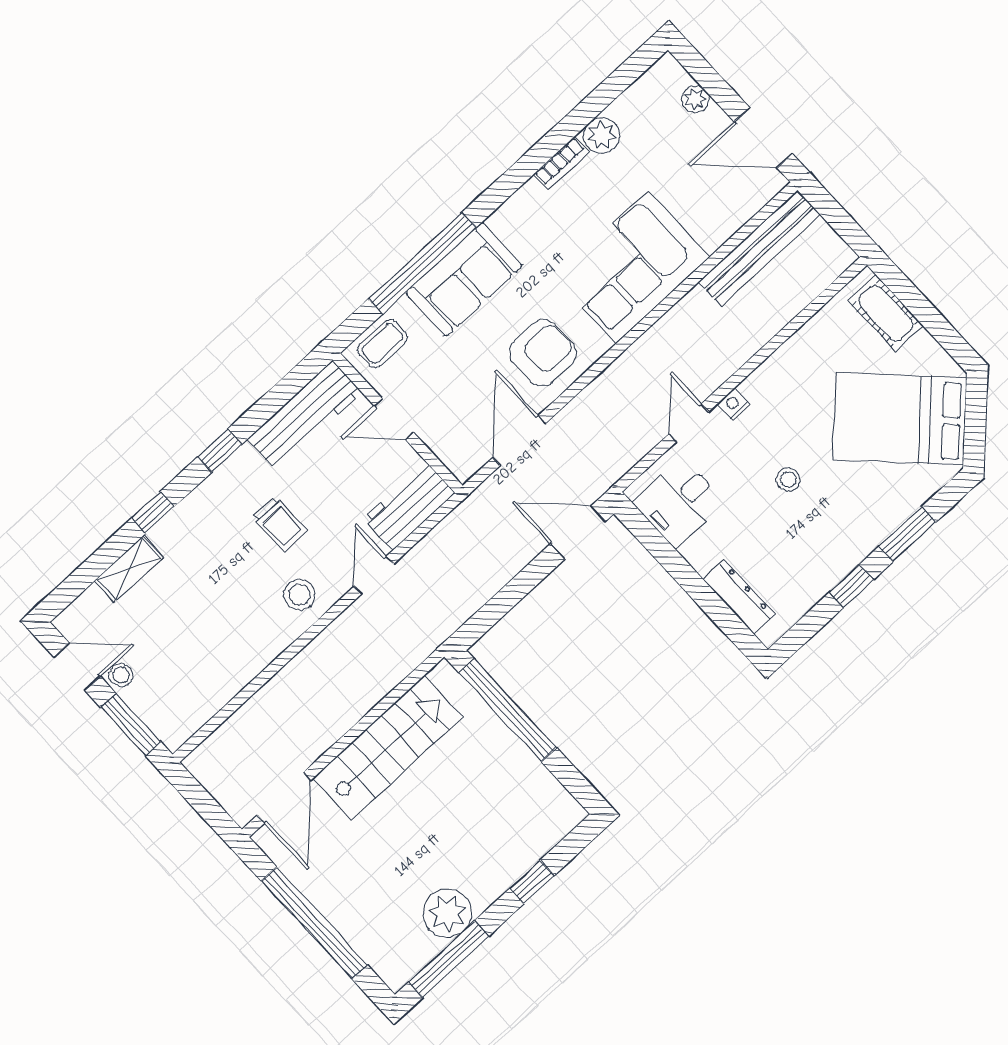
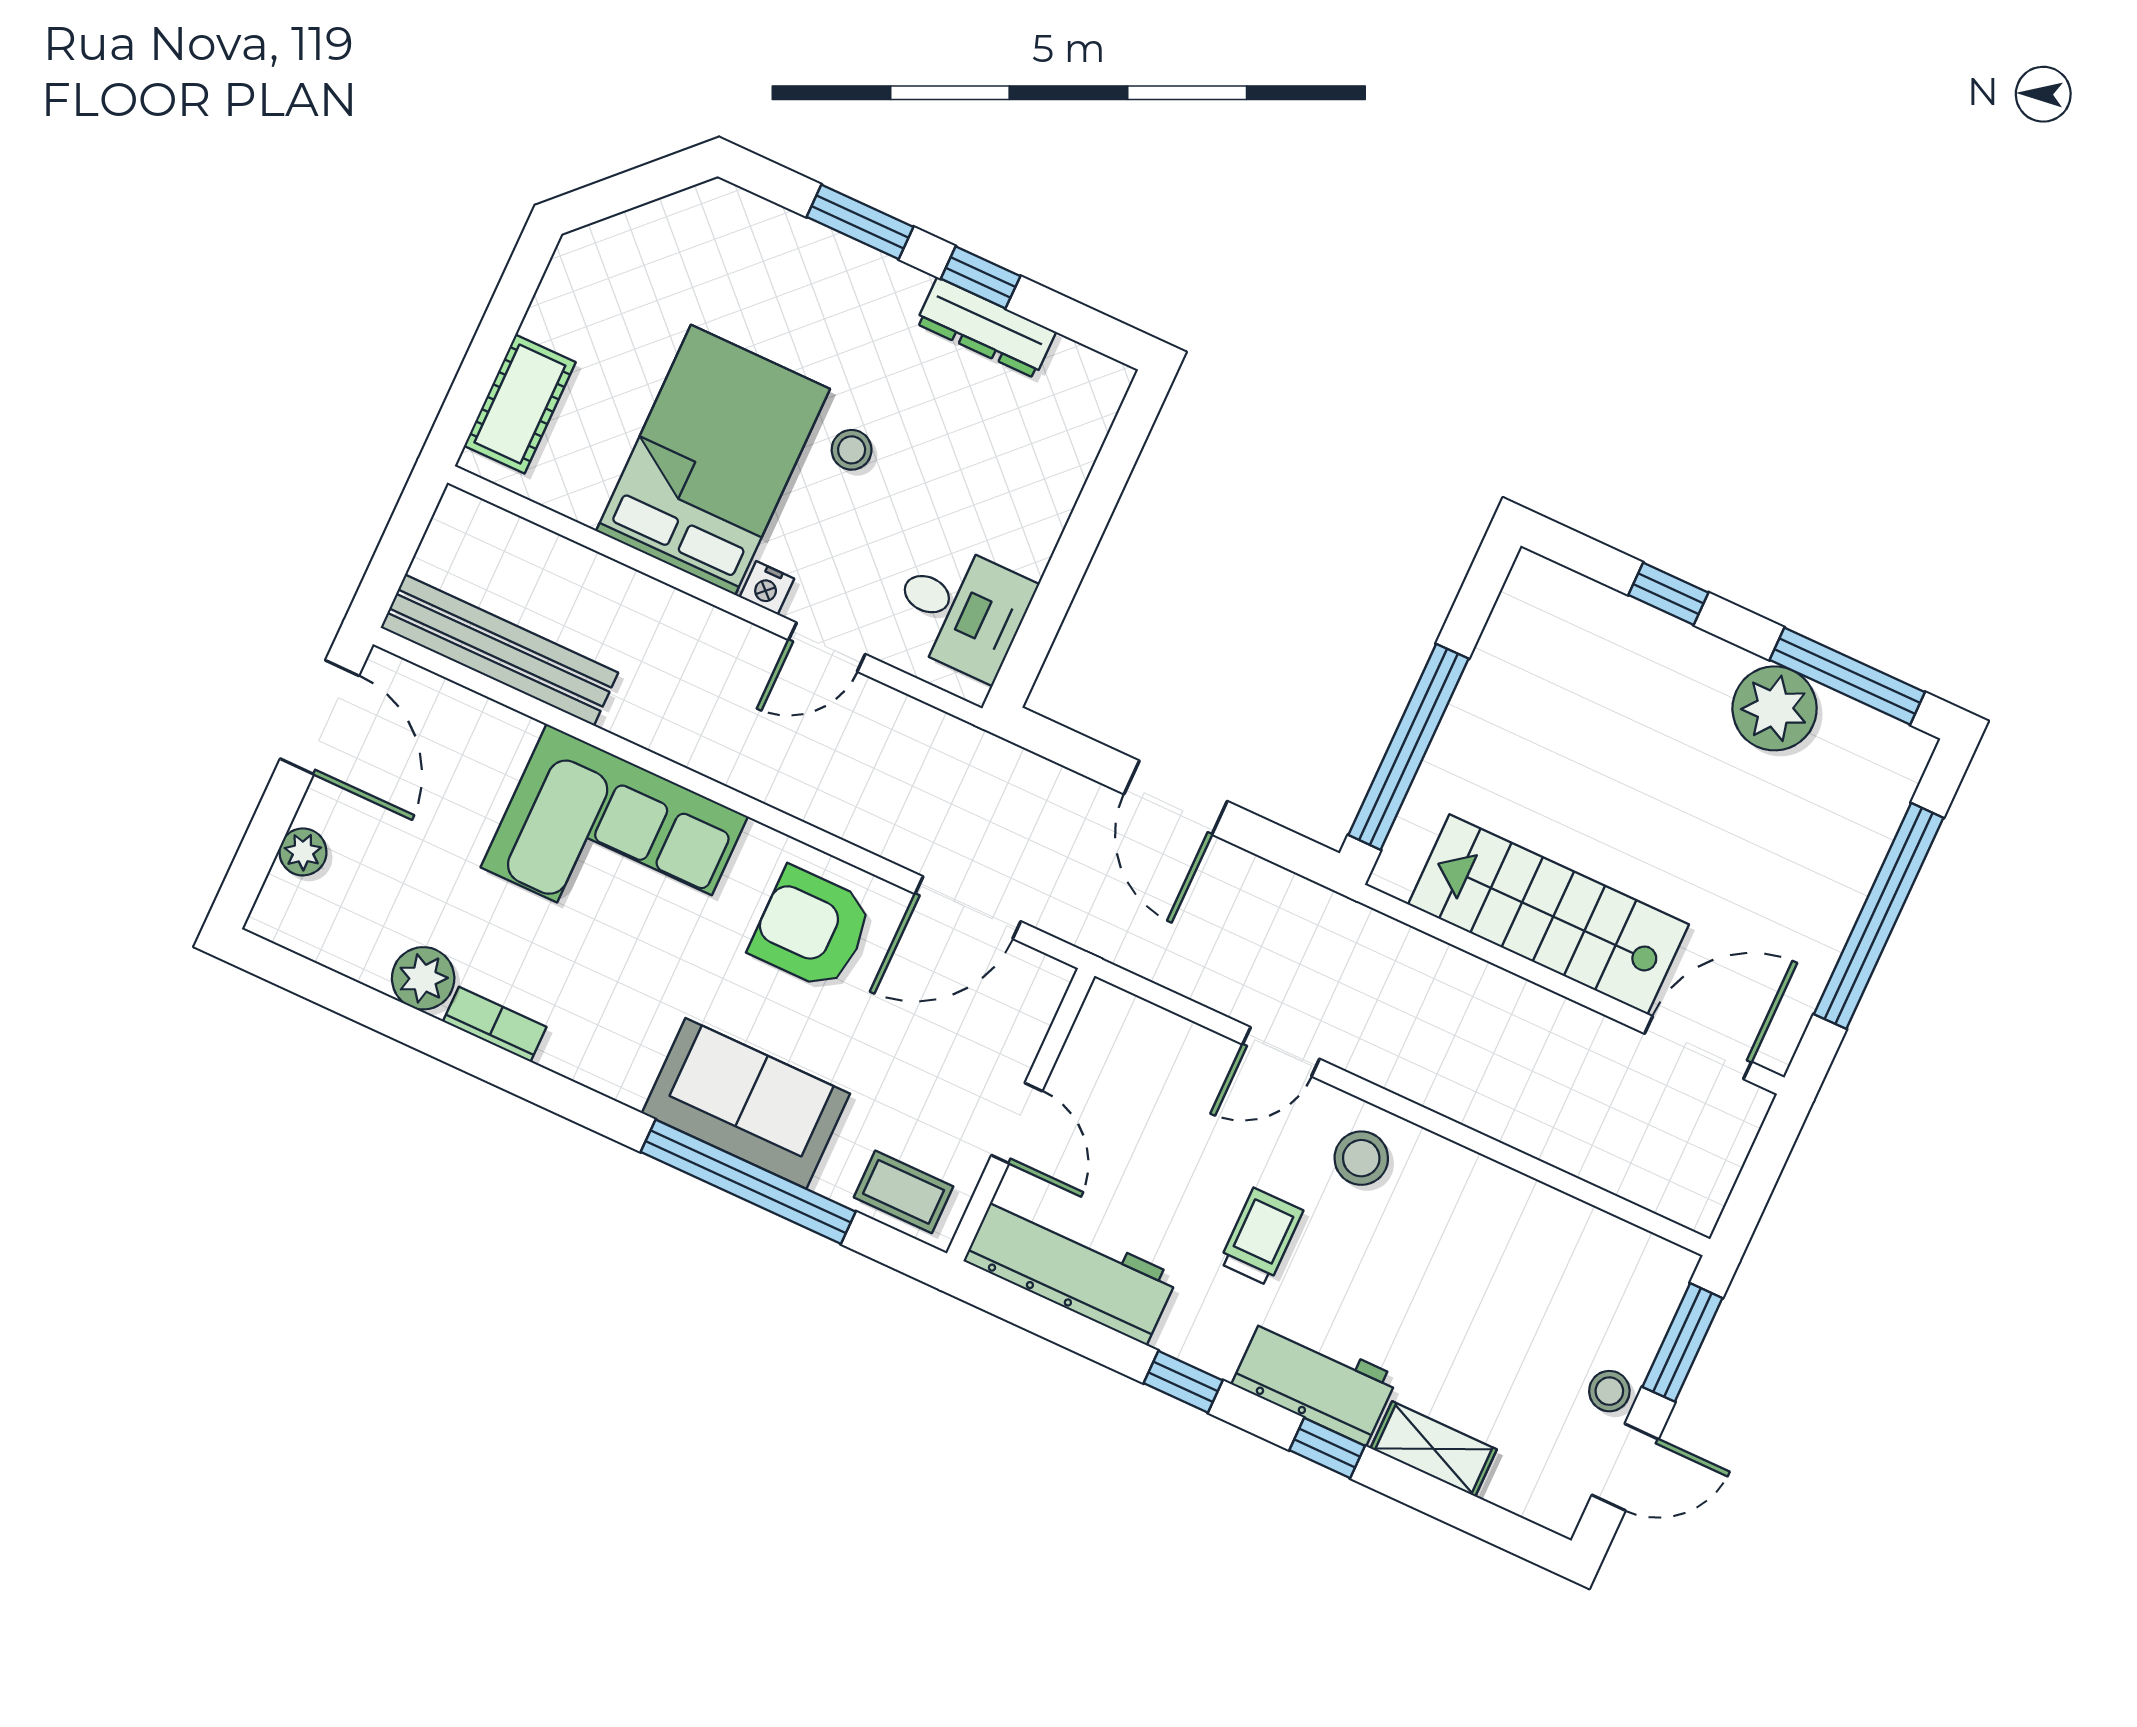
bed: (900, 419) -> (713, 460), moved, turned -135
workbench: (409, 506) -> (1315, 1380), moved, turned 180
door: (578, 533) -> (1176, 798), moved
dresser: (739, 597) -> (986, 328), moved, turned -90
door: (77, 667) -> (1625, 1467), swing flipped

